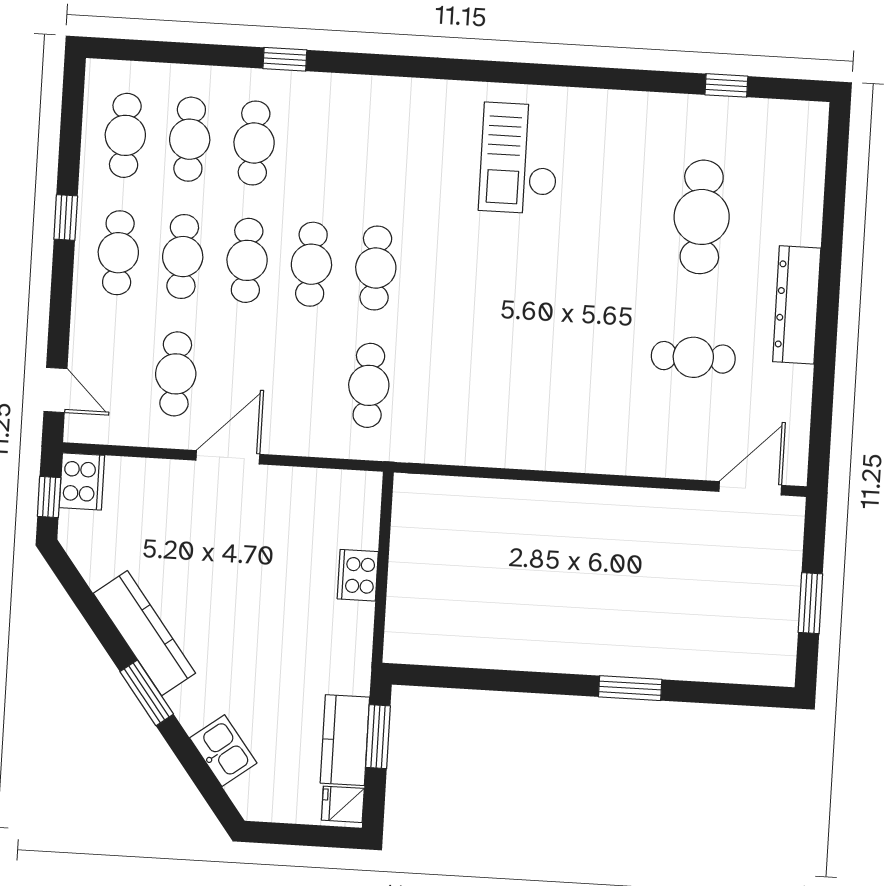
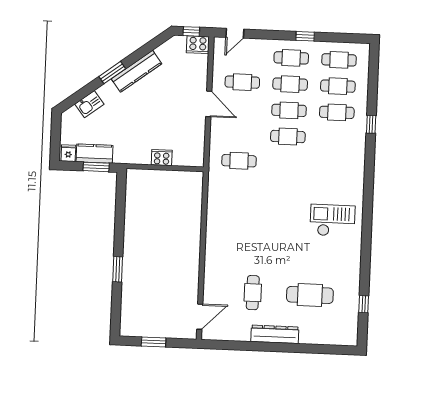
cafe table: (376, 268) -> (287, 163), removed
door: (750, 488) -> (200, 317), hinge flipped

